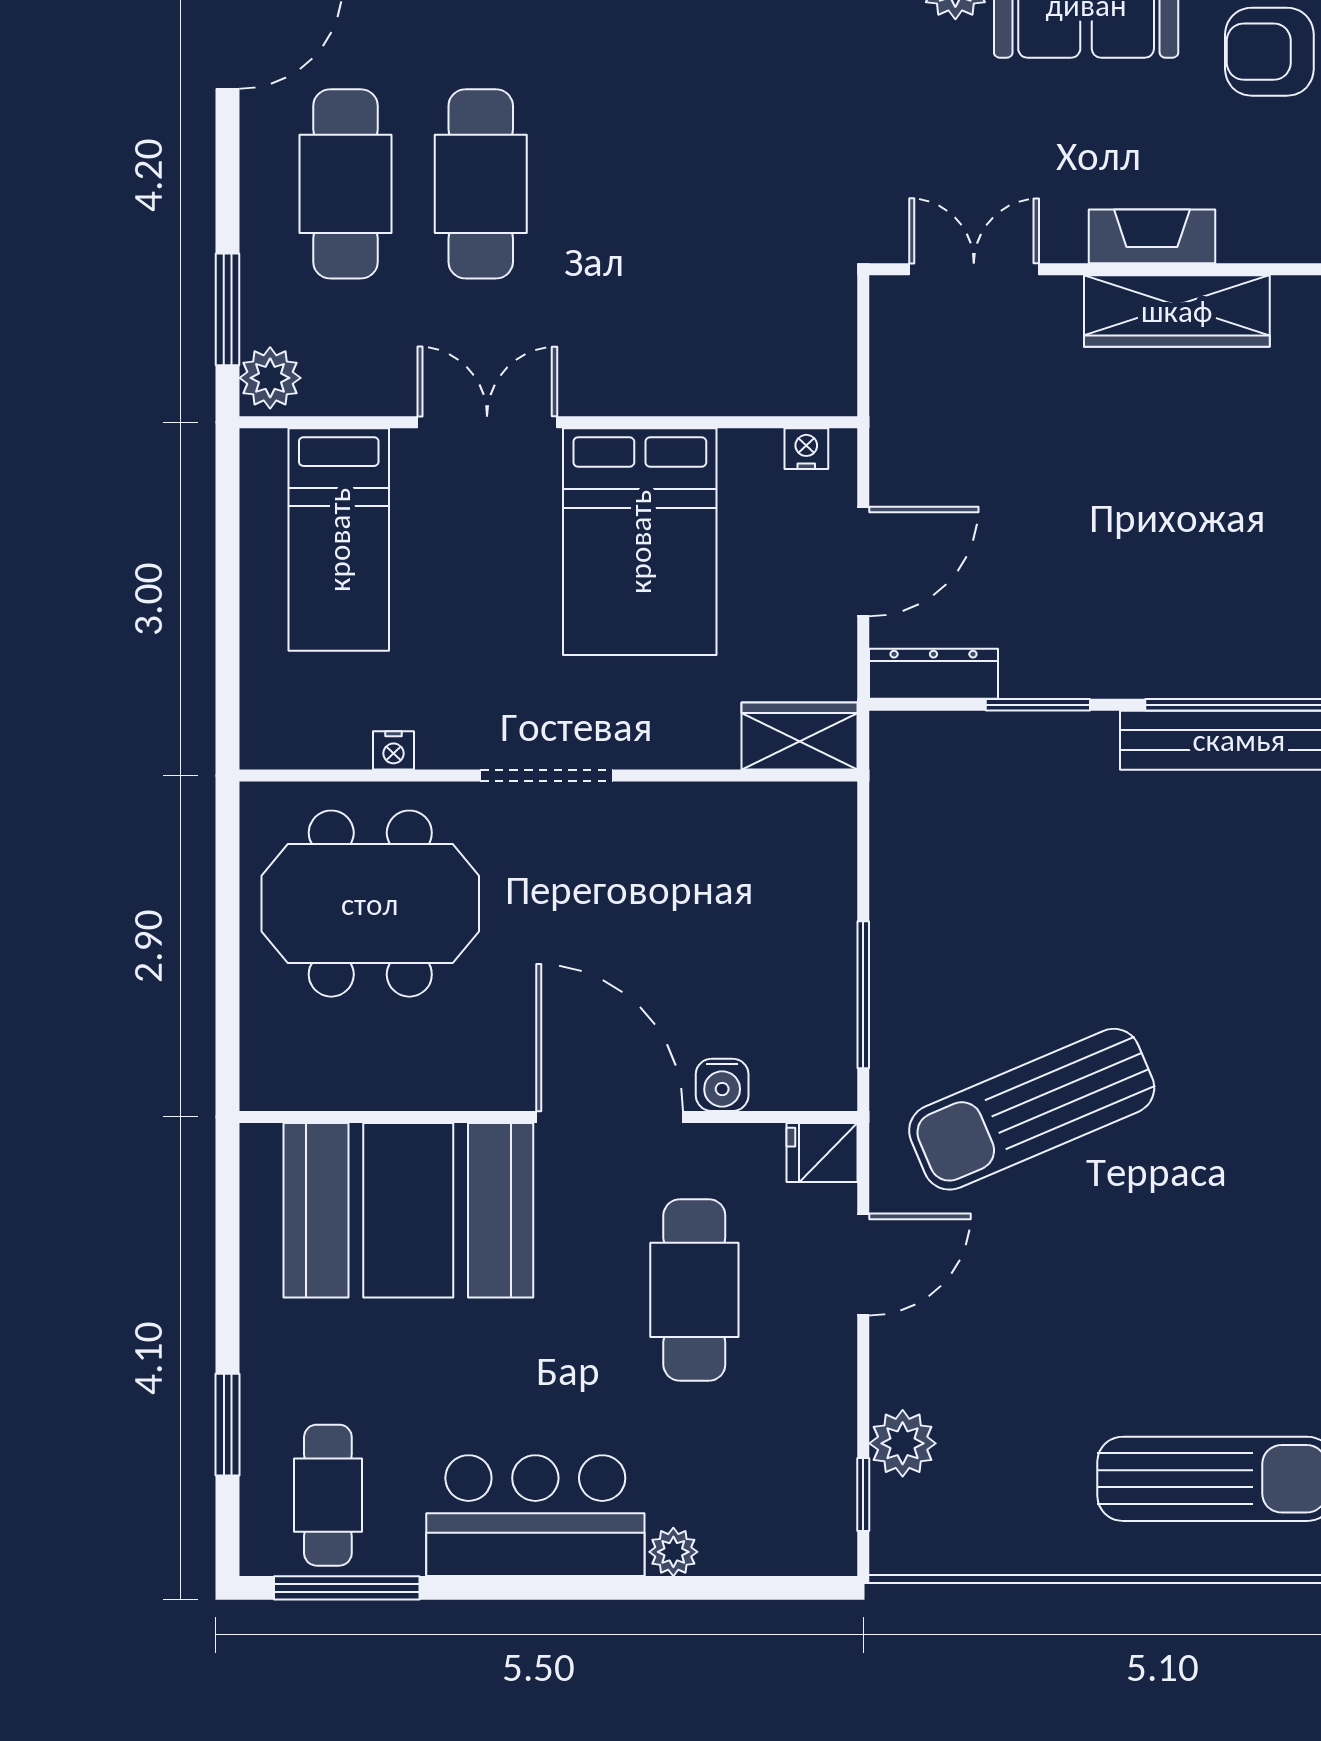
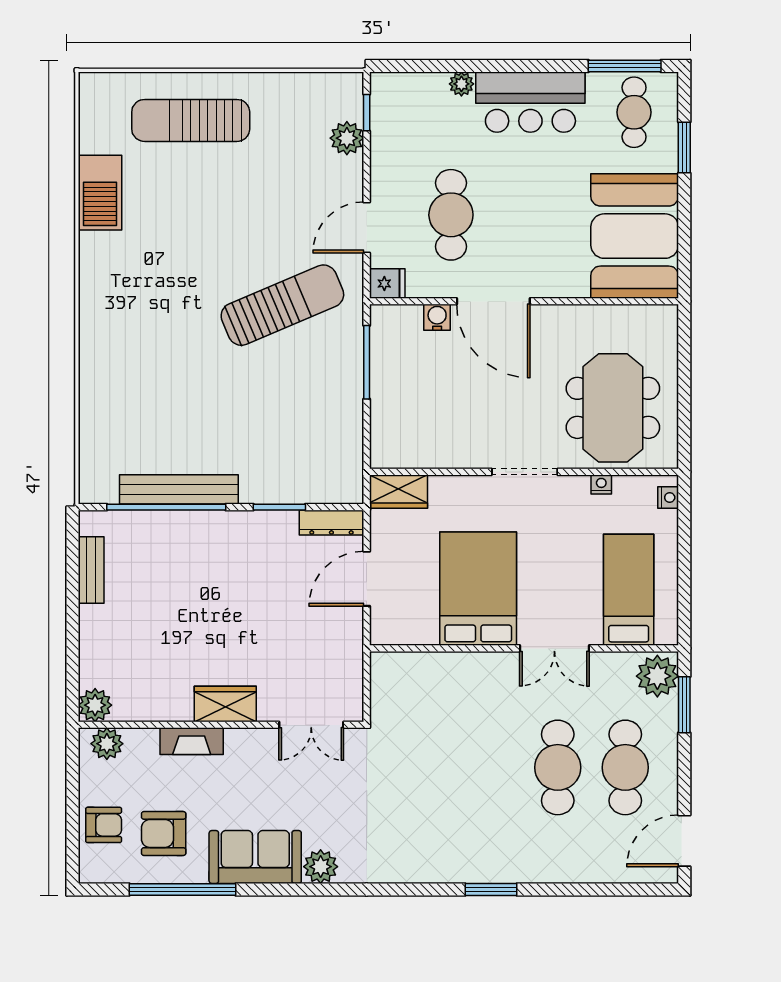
armchair: (1269, 52) -> (164, 833), turned 180
fireplace: (1152, 236) -> (192, 741), moved
wardrobe: (1177, 311) -> (225, 704), width x0.67
plant: (270, 378) -> (657, 676), width x1.36, depth x1.36
nightstand: (806, 449) -> (668, 498), moved, turned -90
meeting table: (370, 904) -> (613, 408), turned 90
booth: (408, 1210) -> (635, 236), moved, turned 90

